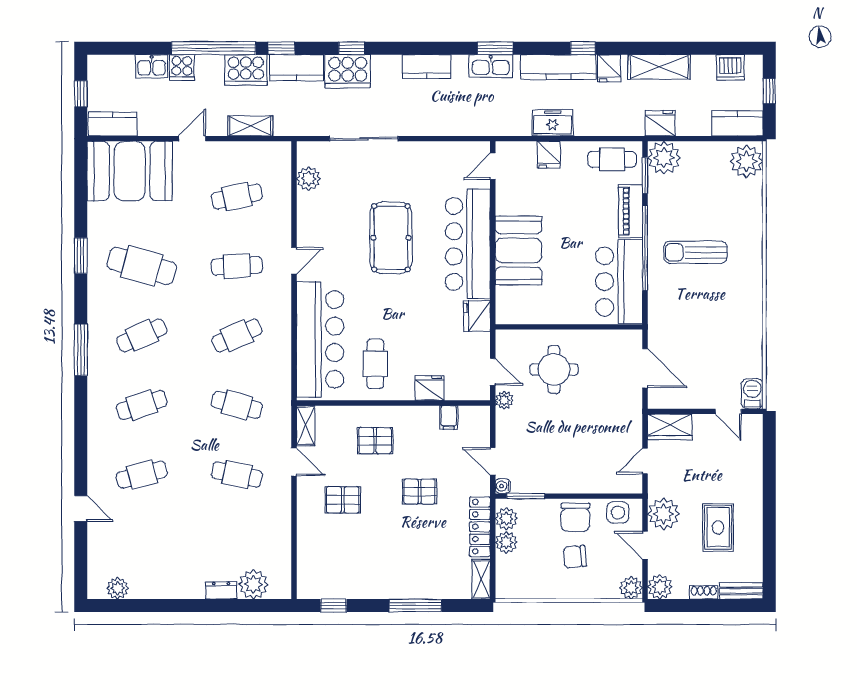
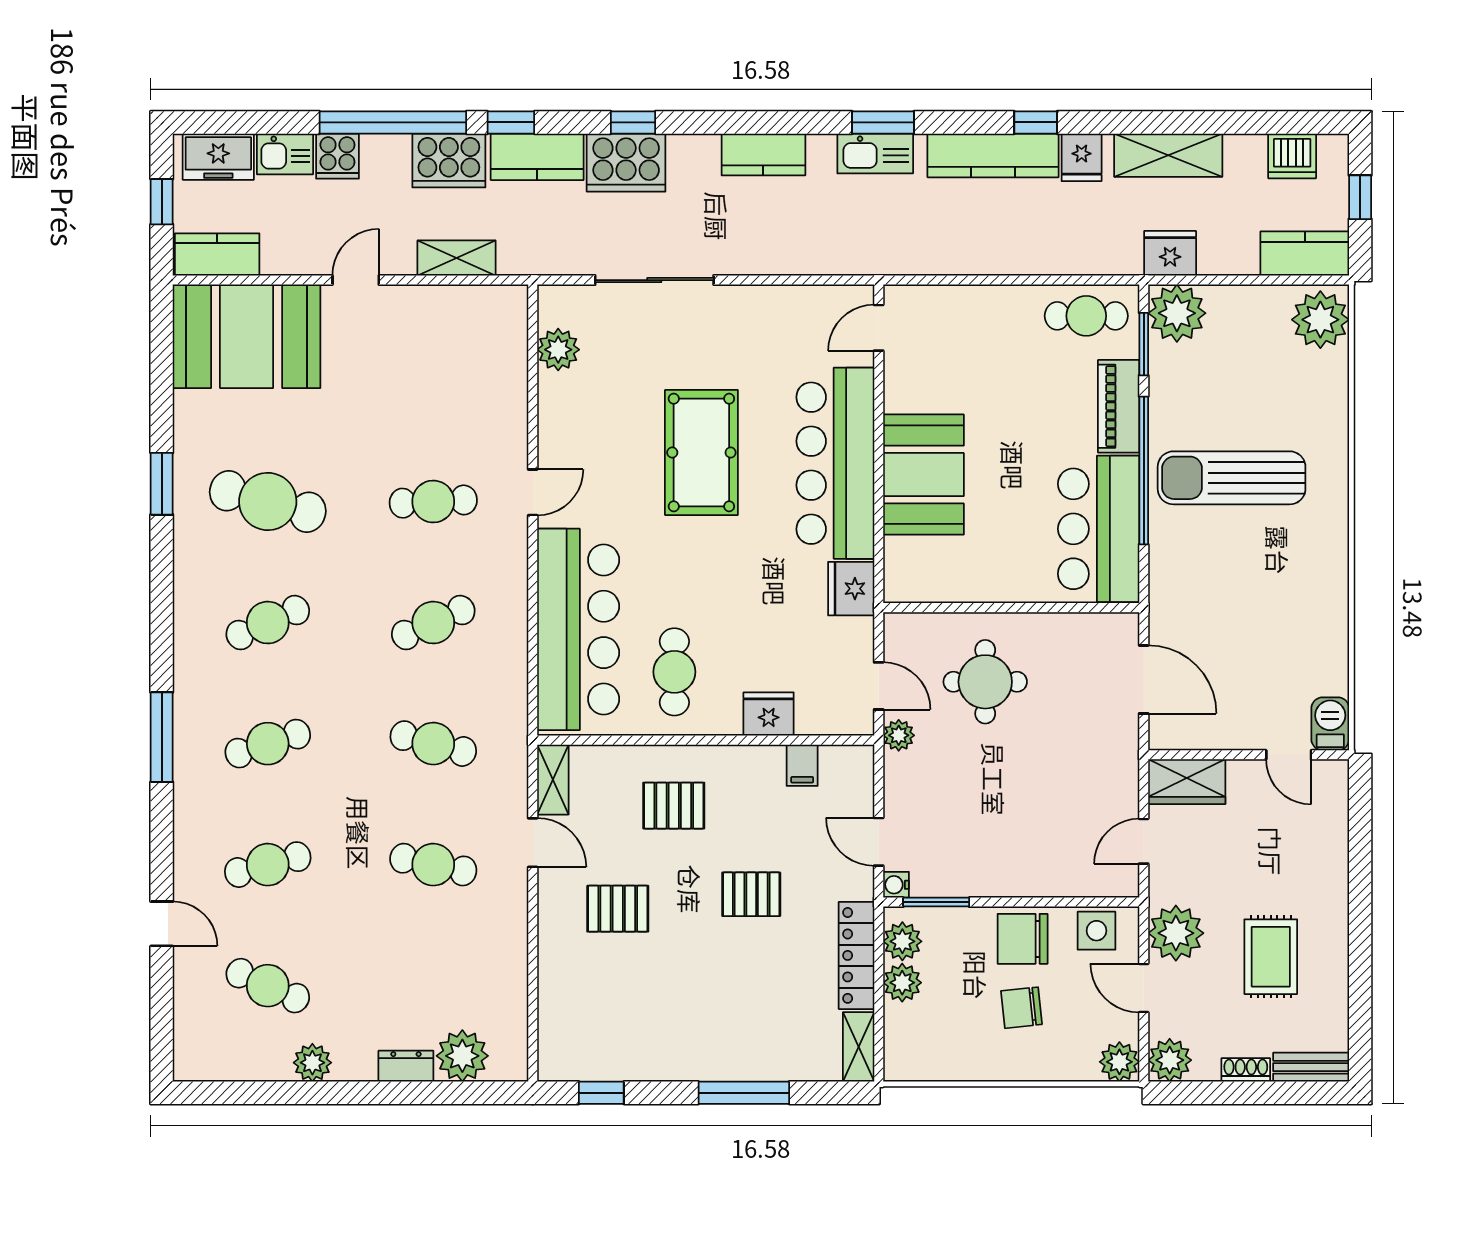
freezer: (553, 123) -> (218, 157), moved, turned 180
fridge: (549, 155) -> (976, 308), removed
cafe table: (237, 196) -> (268, 986), moved, turned 36
sun lounger: (695, 252) -> (1232, 478), width x1.36, depth x1.34
window: (81, 350) -> (162, 737), moved
chair: (575, 517) -> (1023, 939), turned 90
plant: (118, 588) -> (312, 1063), moved

